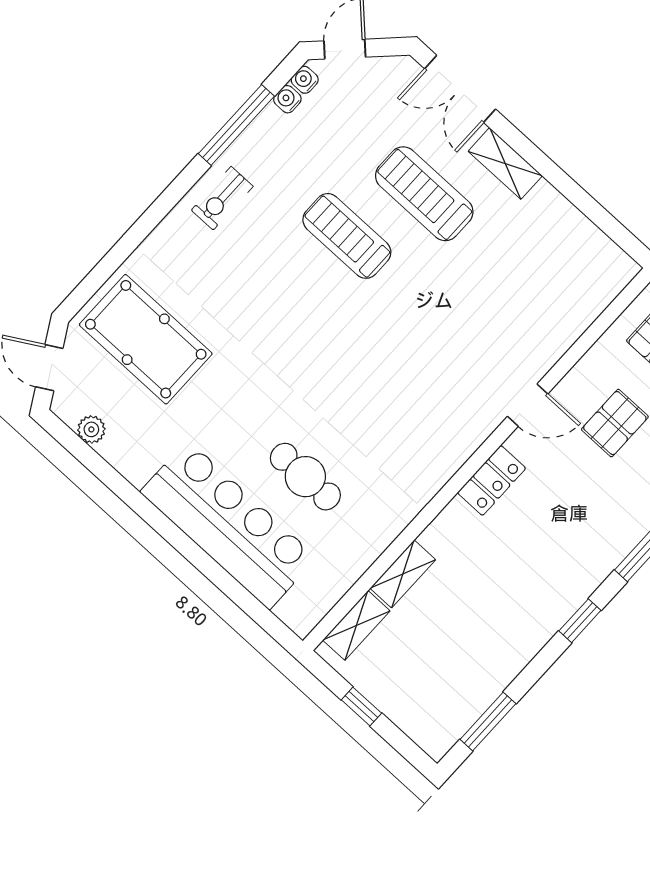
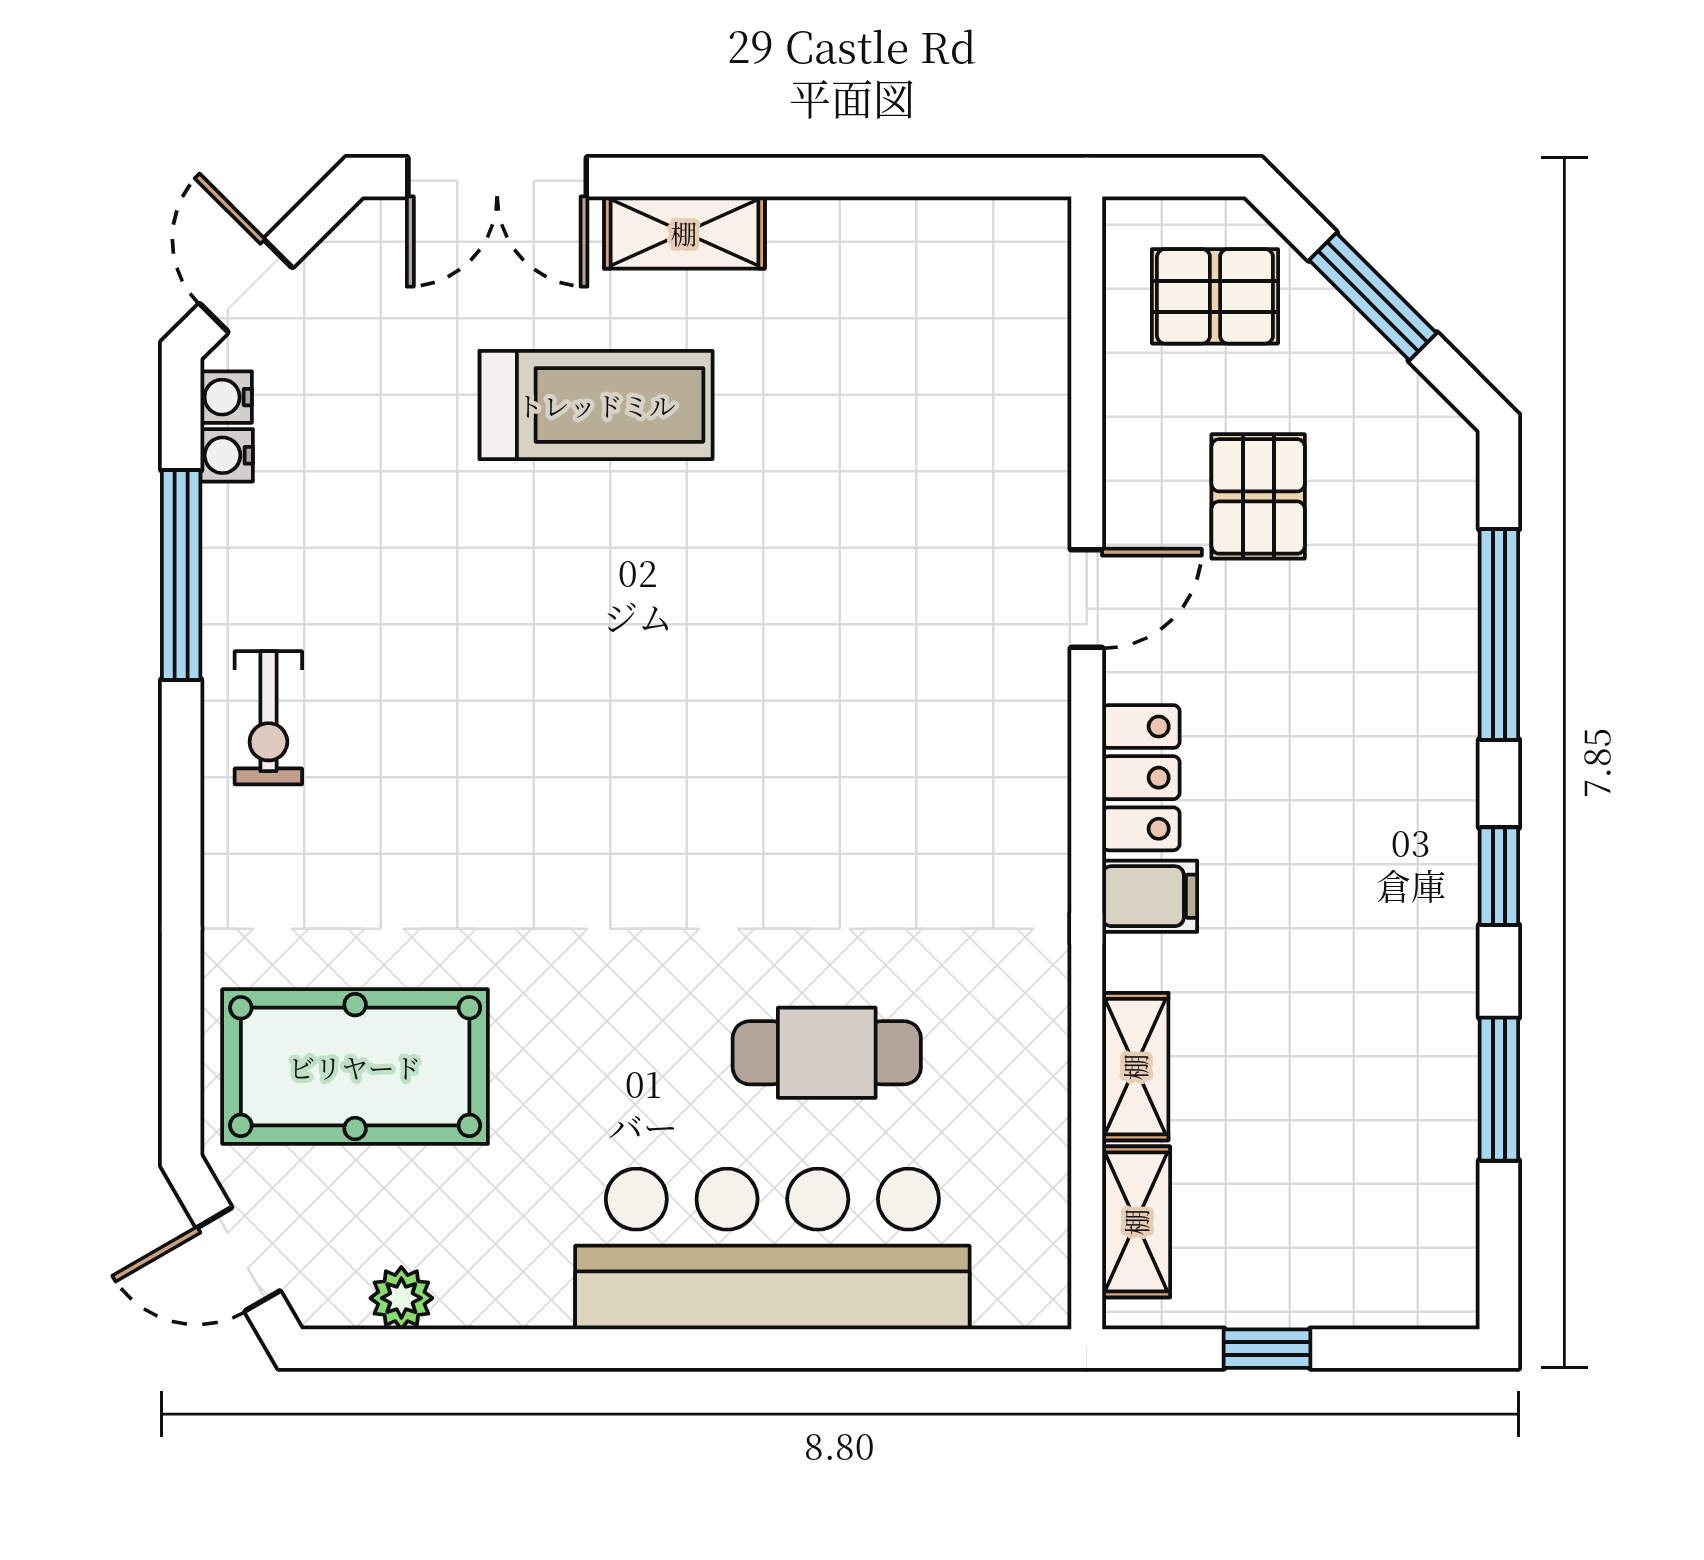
treadmill: (424, 194) -> (596, 405), turned 180
treadmill: (347, 236) -> (532, 592), removed
filing cabinet: (459, 522) -> (1150, 896), added
window: (488, 721) -> (1499, 1089), moved

